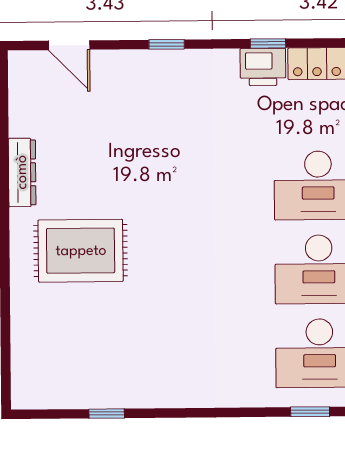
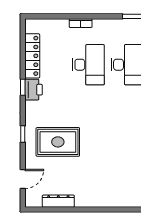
dresser: (22, 172) -> (58, 201), moved
rug: (81, 251) -> (58, 142), moved, turned 90

